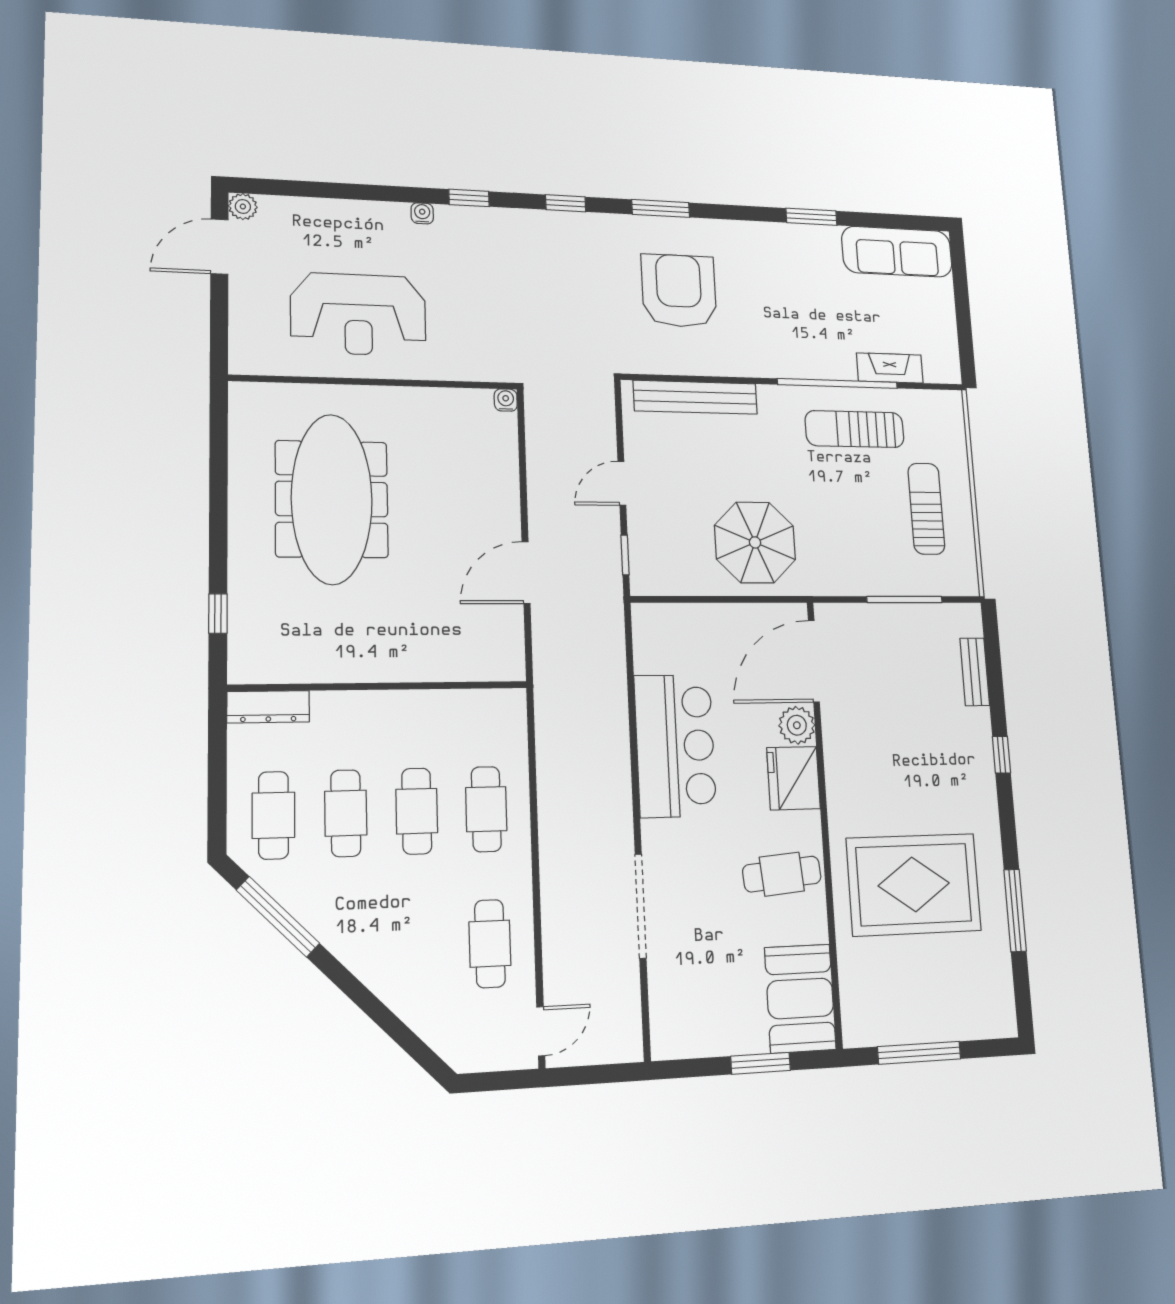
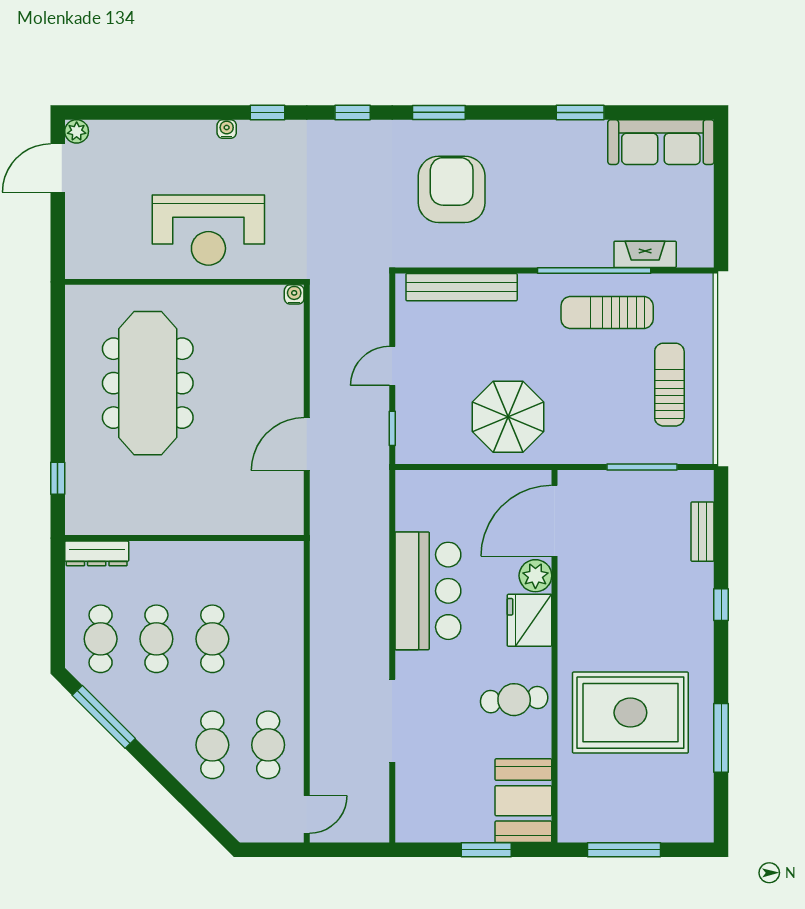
reception desk: (358, 314) -> (208, 230), moved
cafe table: (486, 809) -> (212, 745), moved

